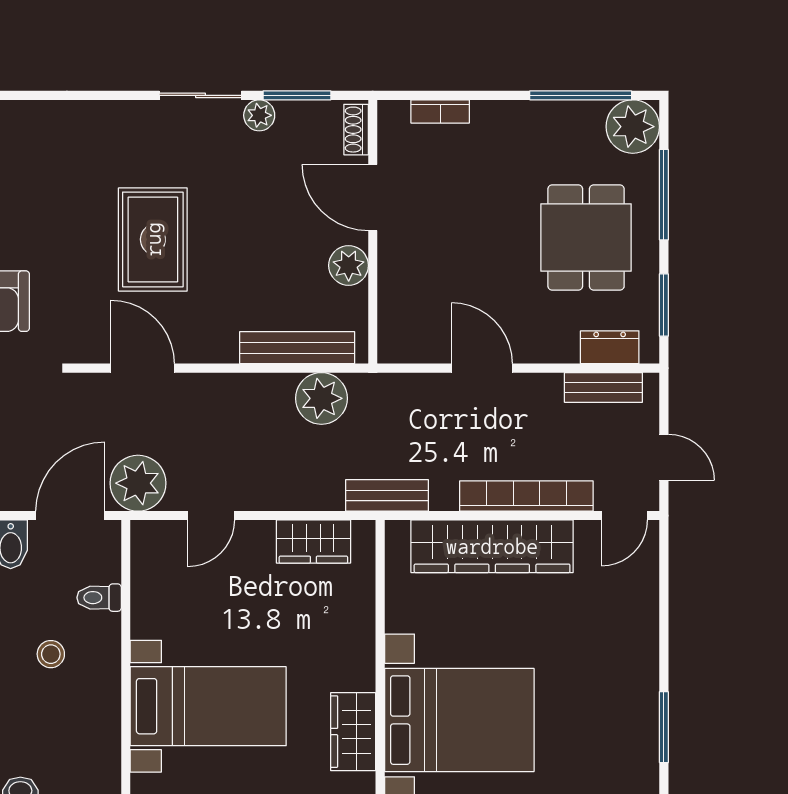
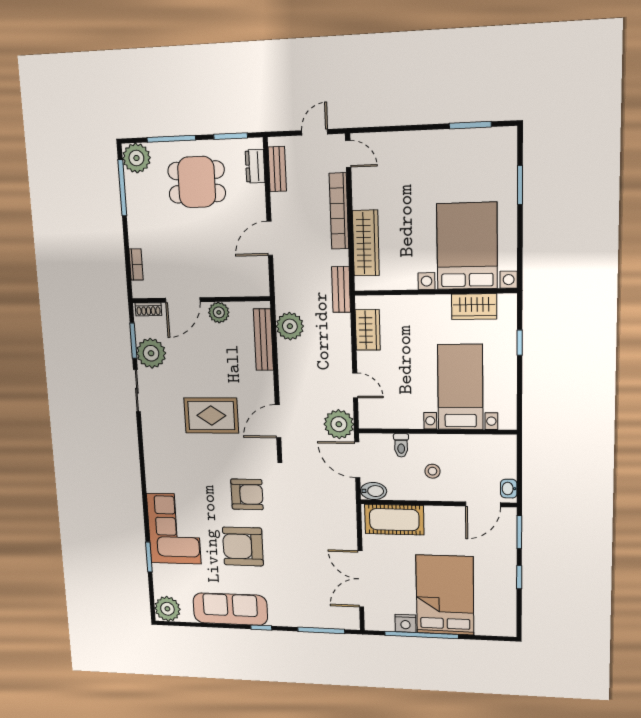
plant: (259, 115) -> (151, 353), width x1.87, depth x1.87
wardrobe: (492, 546) -> (366, 243), width x0.71, depth x0.85

